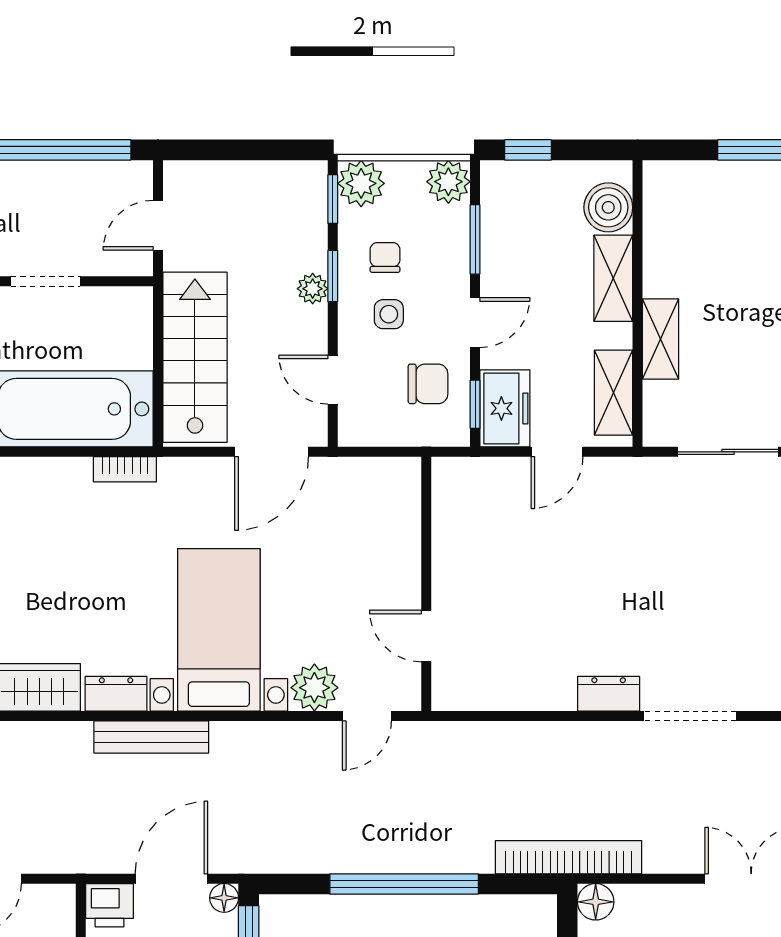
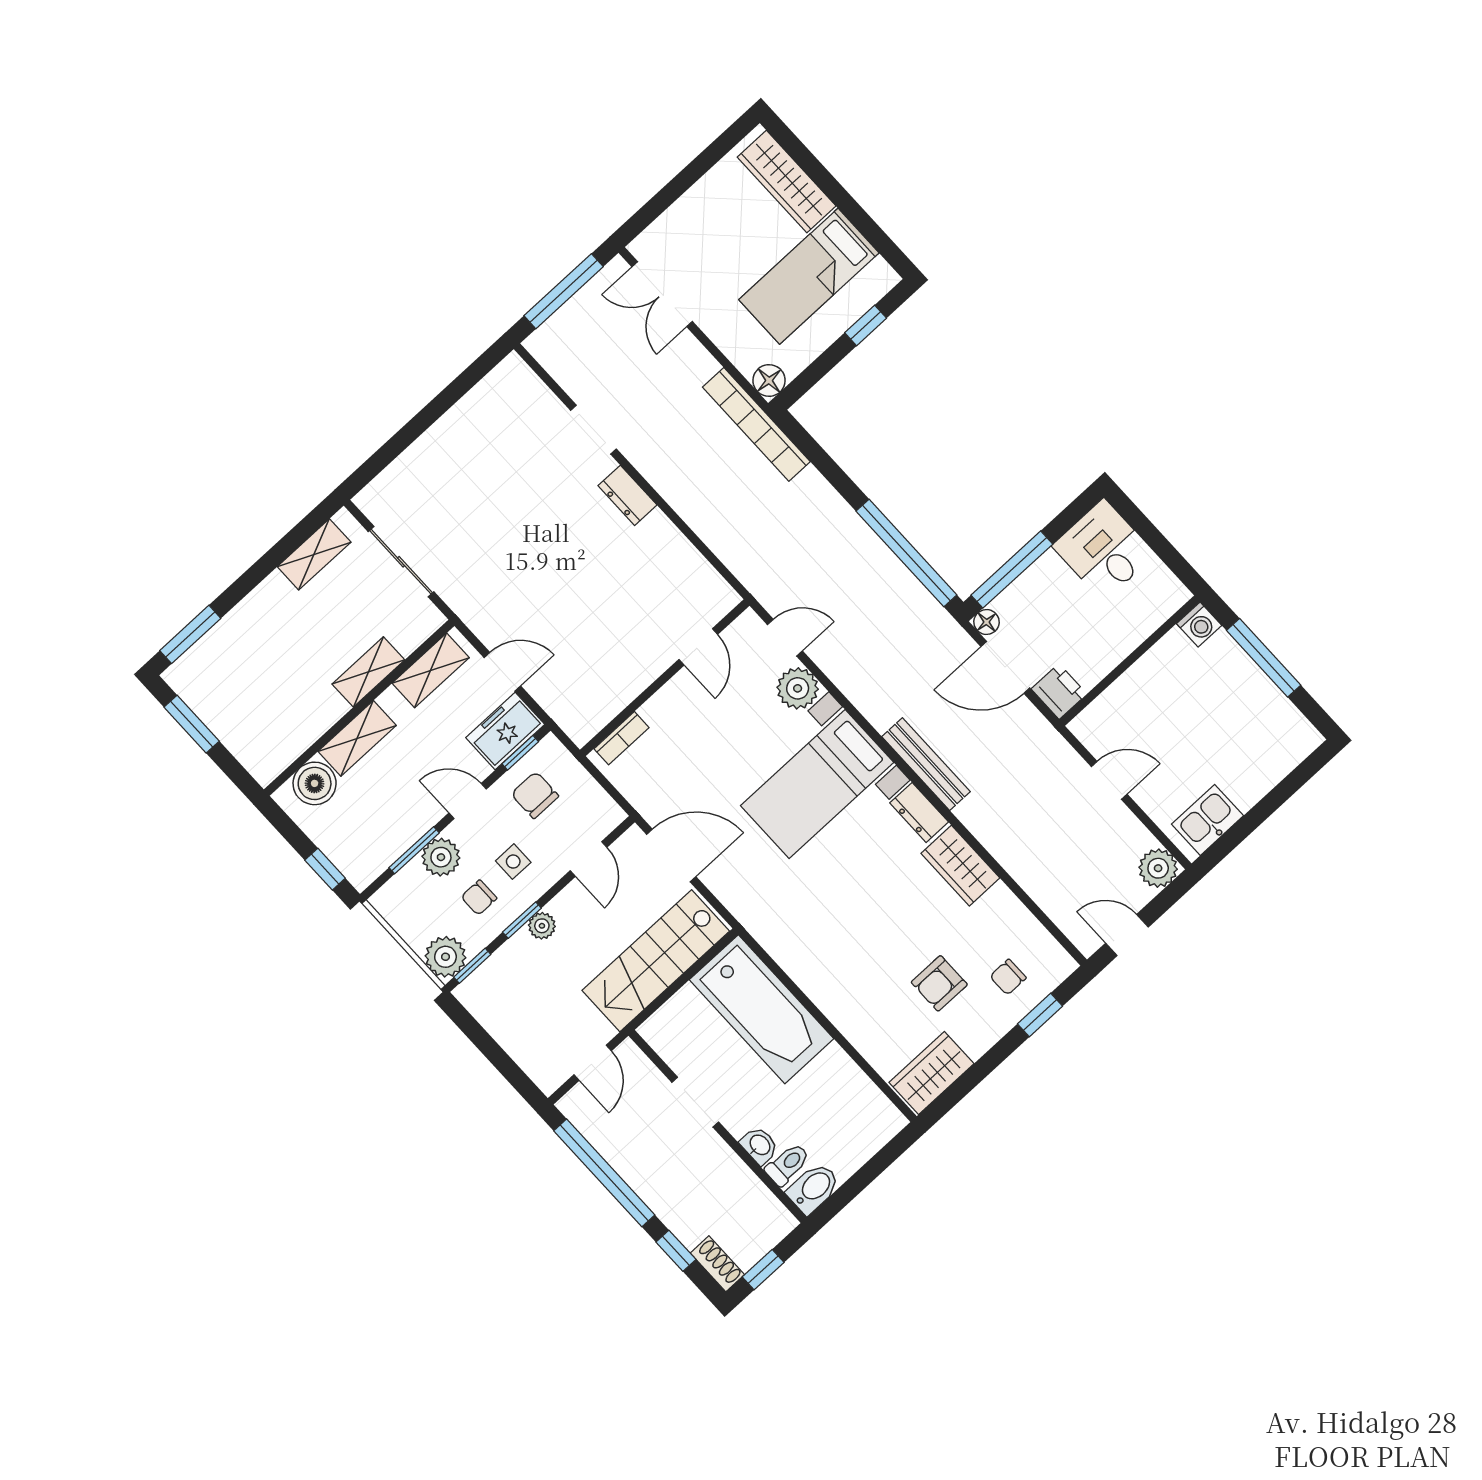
plant: (448, 182) -> (441, 857), moved
door: (158, 225) -> (593, 1063), hinge flipped
bookcase: (125, 469) -> (621, 738), moved, turned 90
doorway: (690, 716) -> (594, 430), width x0.73
window: (404, 884) -> (906, 553), moved

